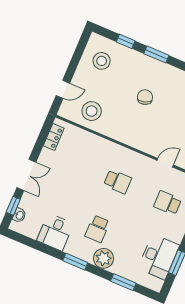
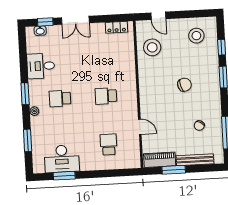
school desk: (118, 182) -> (106, 96), turned 90
plant: (104, 258) -> (34, 111), width x0.53, depth x0.53

